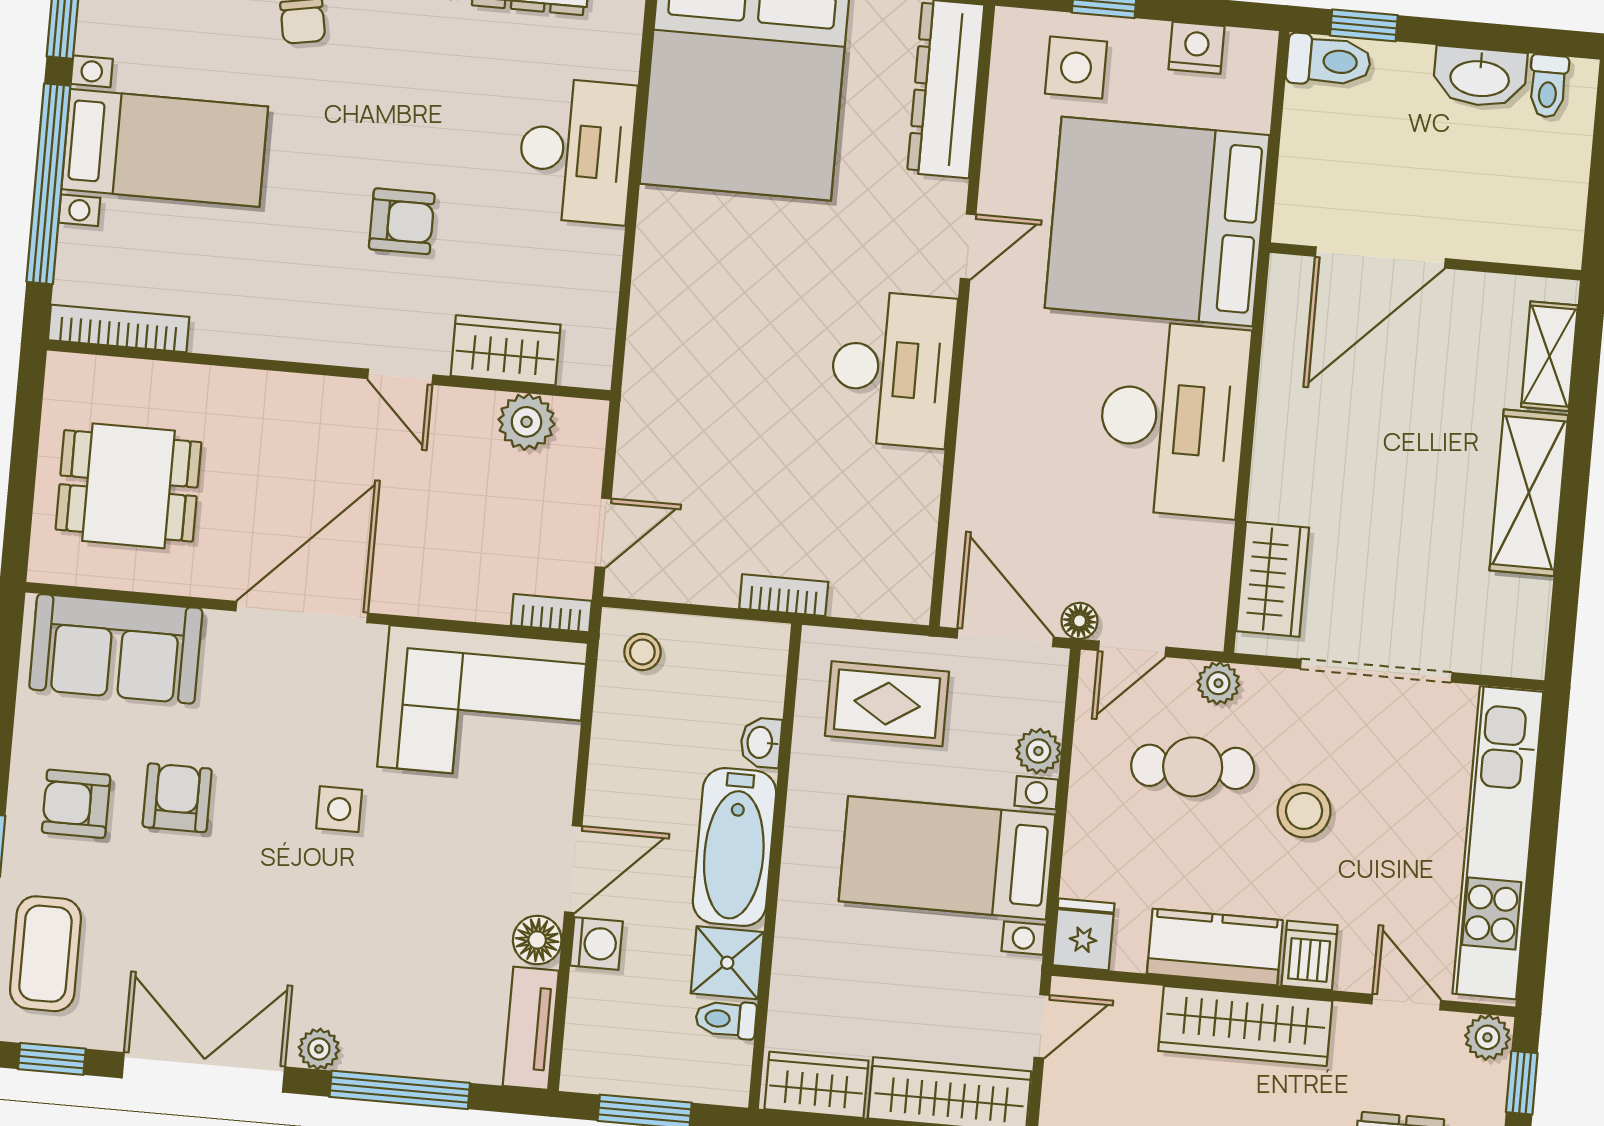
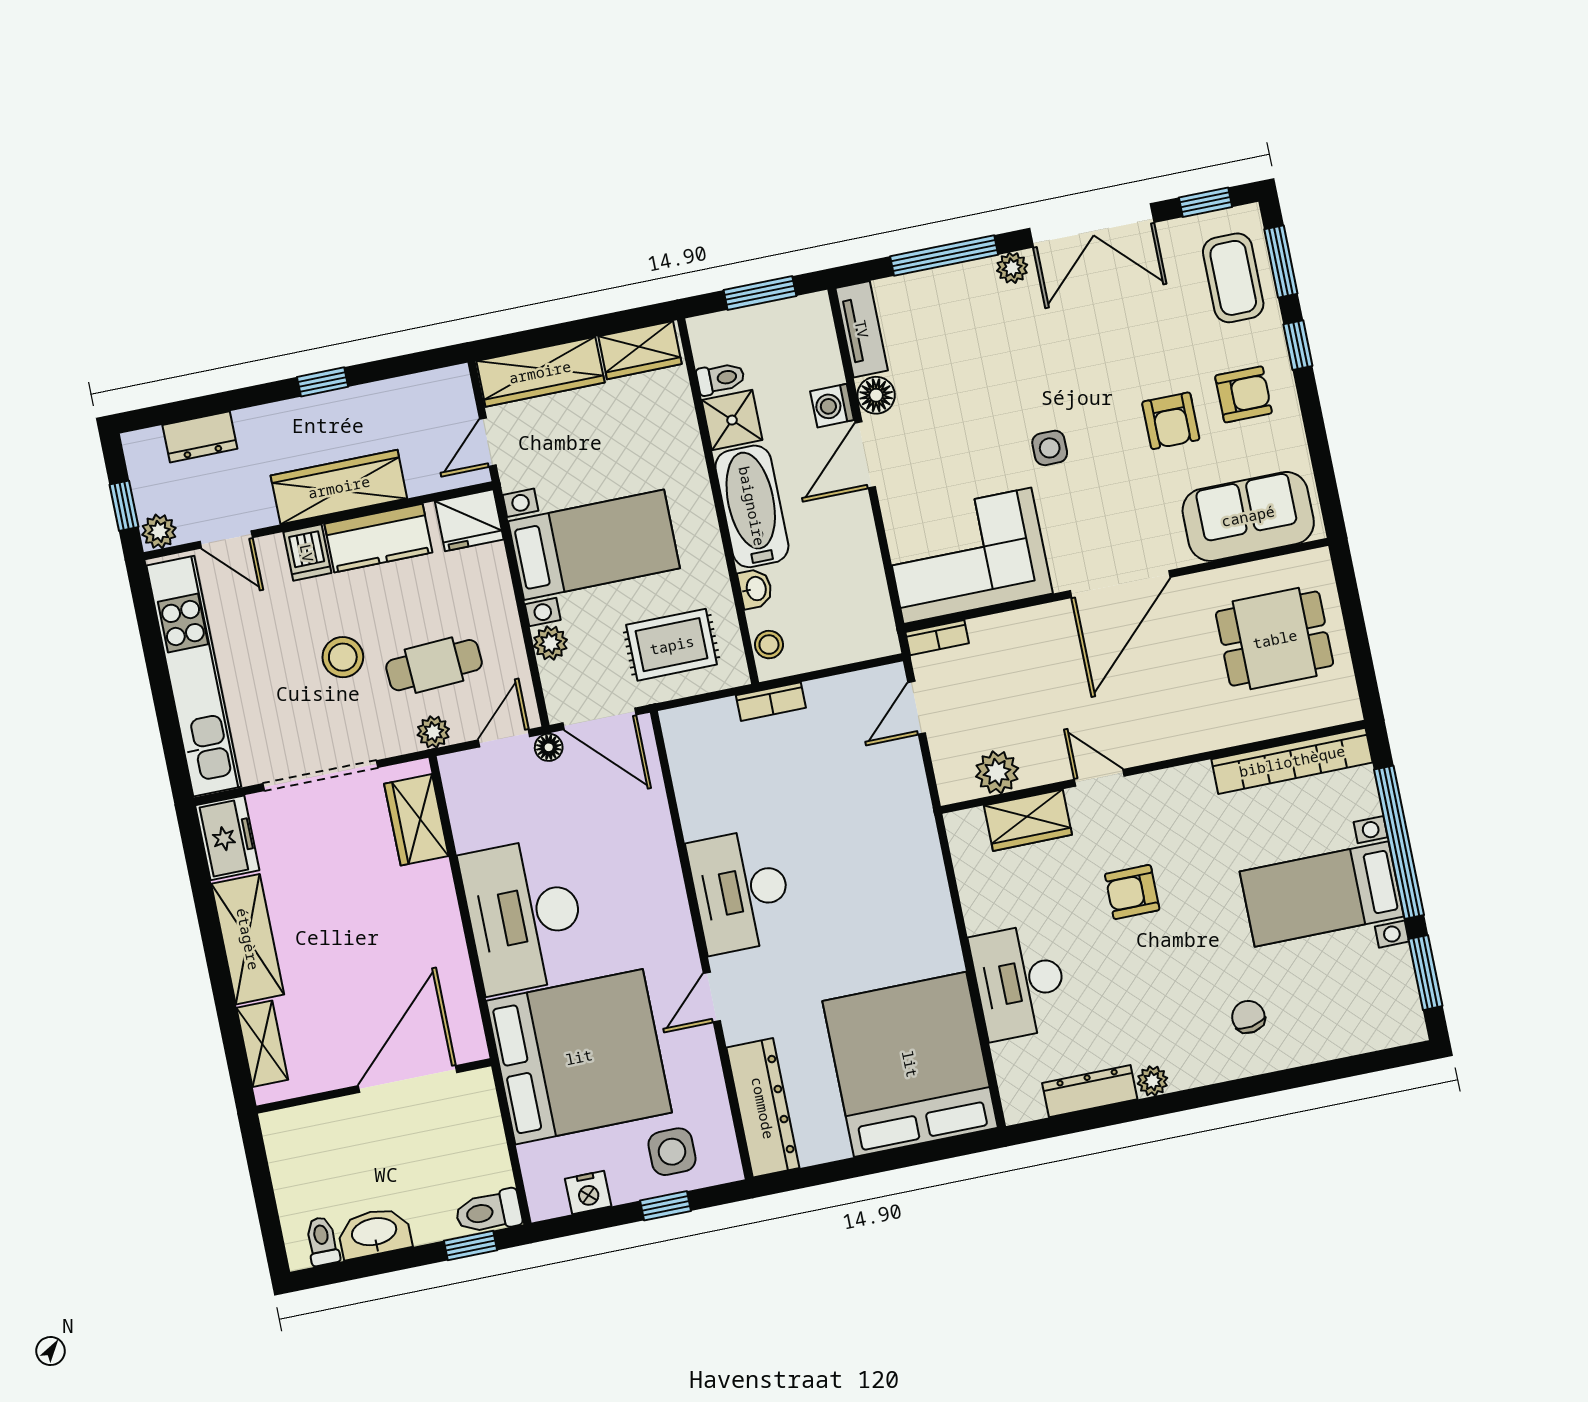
bookcase: (119, 328) -> (1292, 761), width x1.48, depth x1.31
freezer: (1516, 627) -> (227, 838), added
stool: (642, 652) -> (769, 645), moved
fridge: (1084, 934) -> (469, 520), width x1.38

